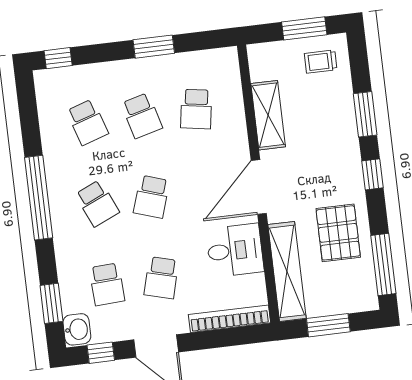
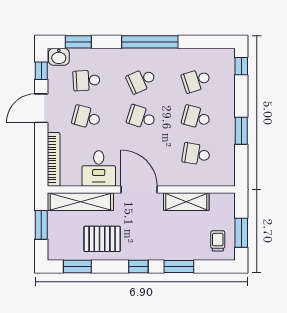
school desk: (142, 116) -> (196, 117), turned 30
window: (383, 264) -> (77, 266), width x0.69

